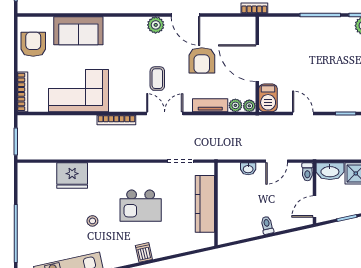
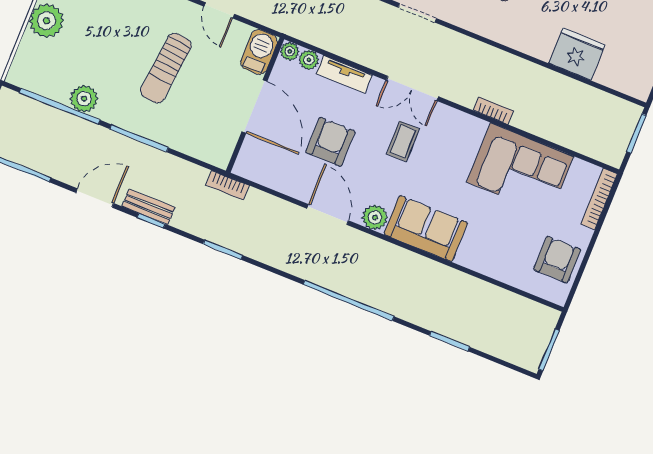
sofa: (78, 31) -> (426, 229), moved
armchair: (33, 44) -> (557, 260), turned 180
sun lounger: (321, 65) -> (166, 68), added
bookcase: (116, 120) -> (493, 110), width x0.64

